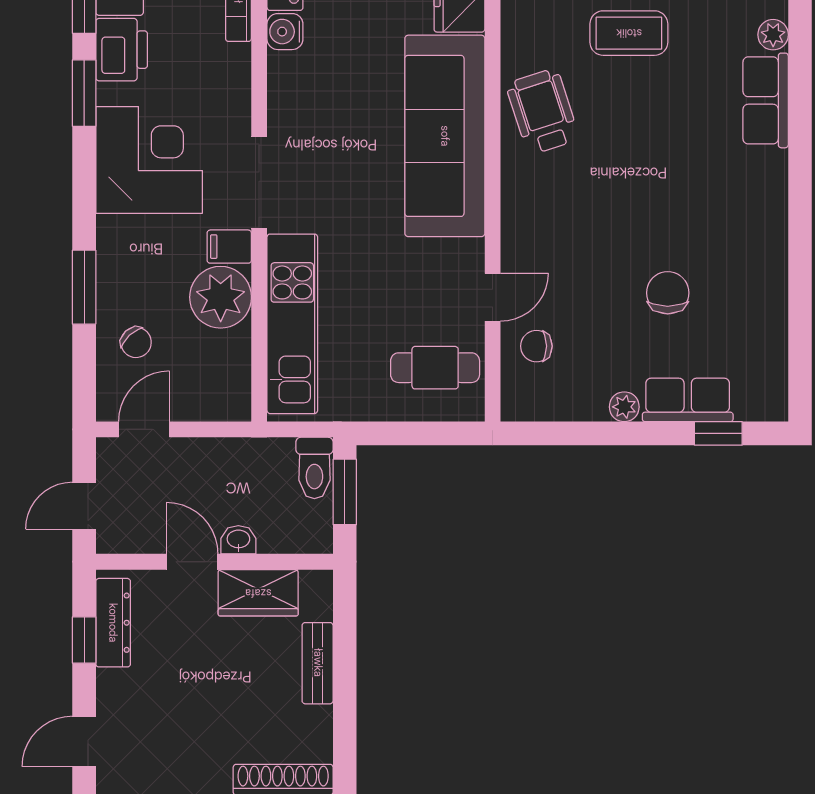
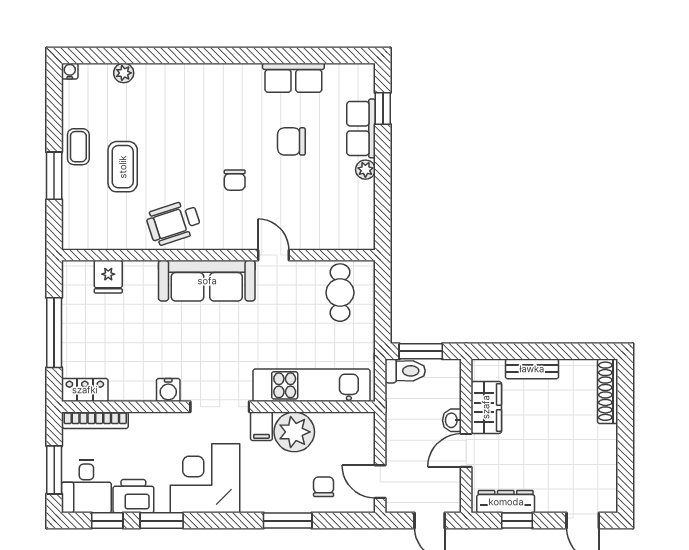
water cooler: (285, 32) -> (168, 390), moved
row of seats: (766, 100) -> (293, 78), moved
sofa: (445, 136) -> (207, 281), width x0.74, depth x0.79
door: (493, 297) -> (273, 255), moved
chair: (136, 342) -> (324, 487), turned -47
chair: (536, 346) -> (235, 180), moved

